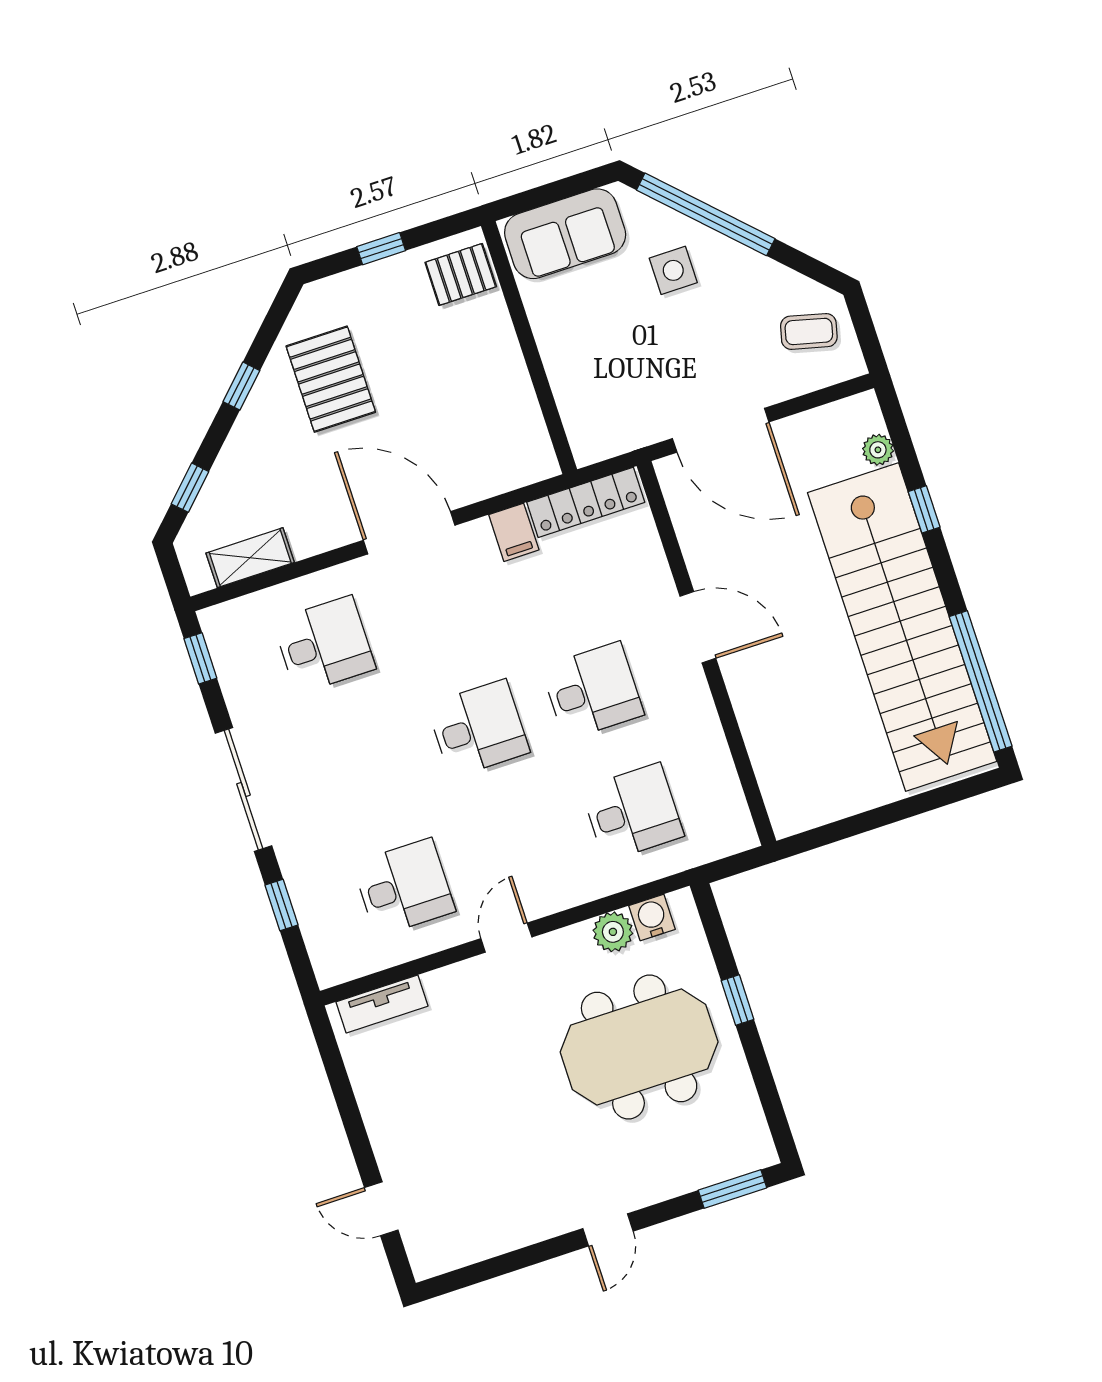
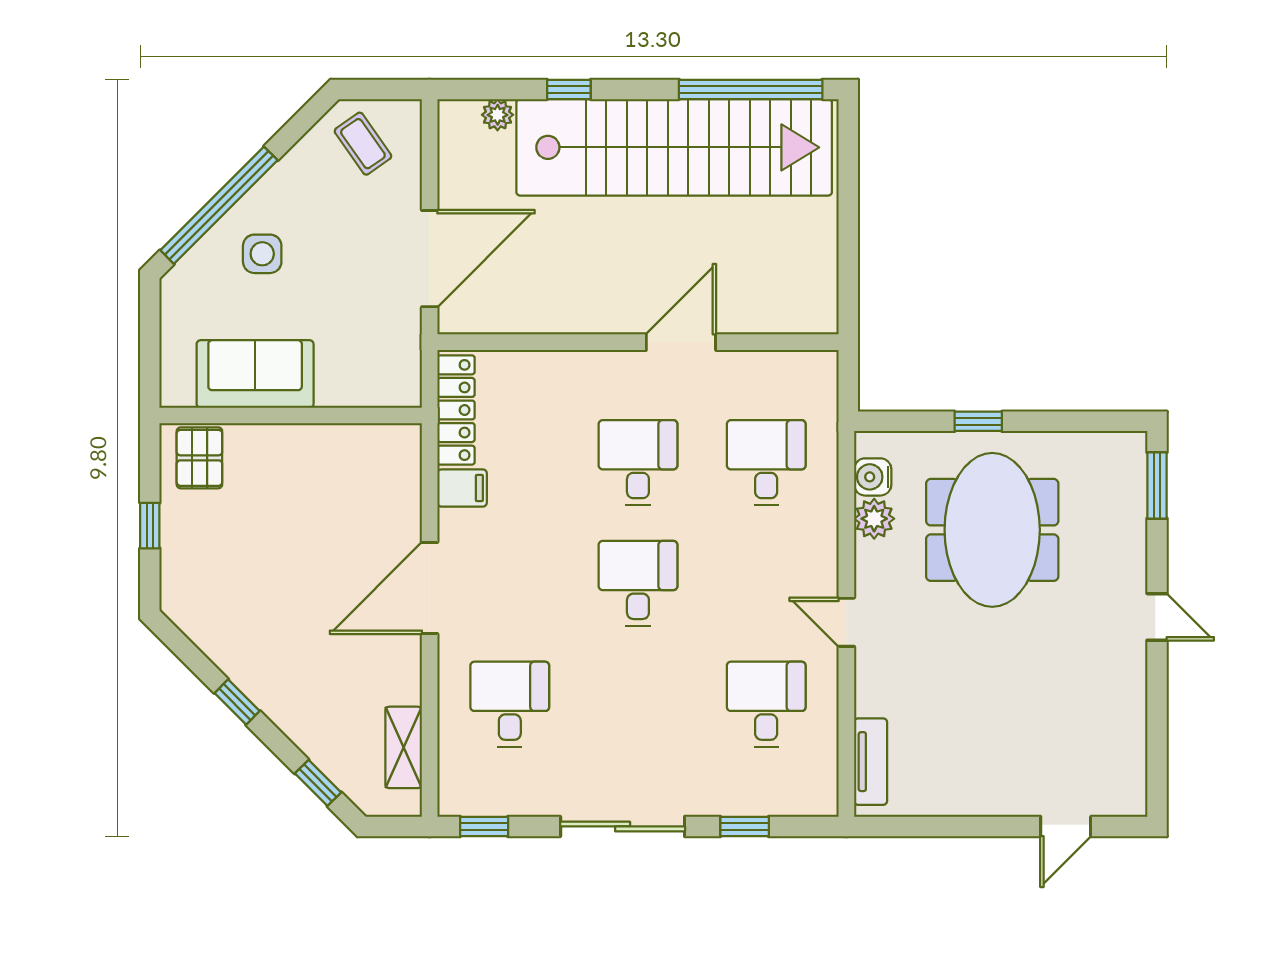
sofa: (565, 234) -> (255, 374), moved, turned -90
coffee table: (809, 331) -> (363, 144), turned -49
pallet: (331, 379) -> (259, 614), removed
door: (698, 627) -> (681, 342), moved

